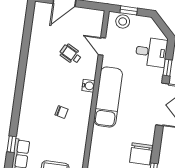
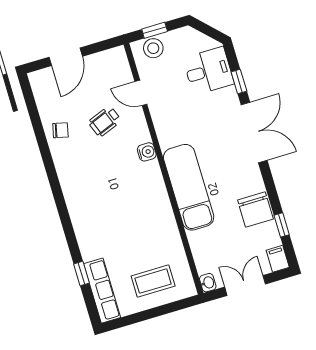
wheelchair: (71, 54) -> (105, 121), turned -49
exam couch: (108, 97) -> (189, 187), moved
chair: (62, 112) -> (60, 130), moved

